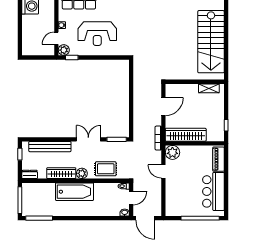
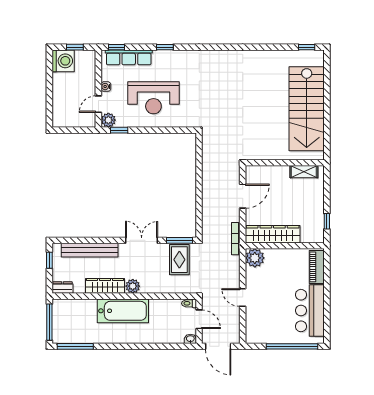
rug: (106, 169) -> (179, 260), moved, turned 90
door: (163, 171) -> (243, 298), moved
door: (131, 198) -> (199, 319), hinge flipped

